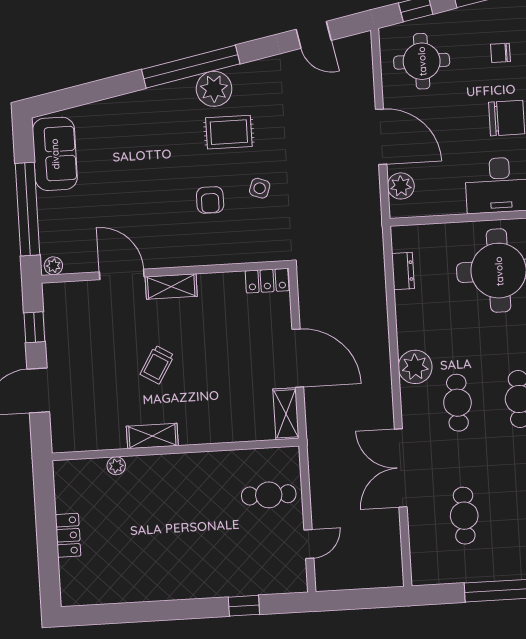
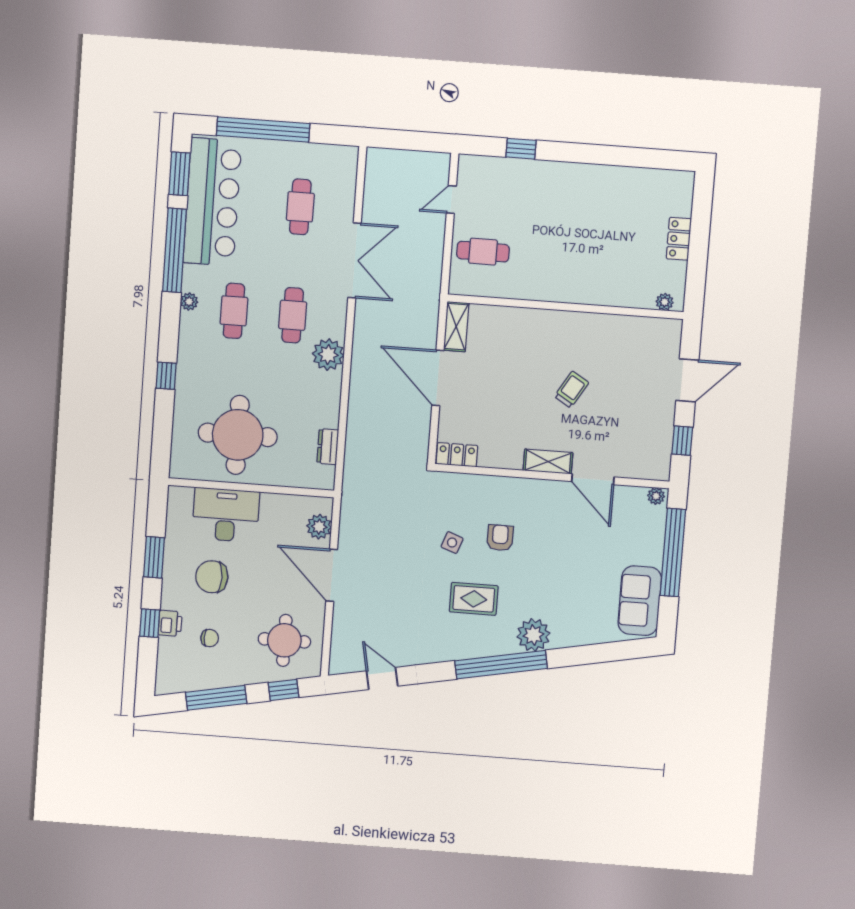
plant: (214, 89) -> (533, 635), moved
shelving: (152, 436) -> (585, 323), removed
plant: (116, 466) -> (665, 302), moved

